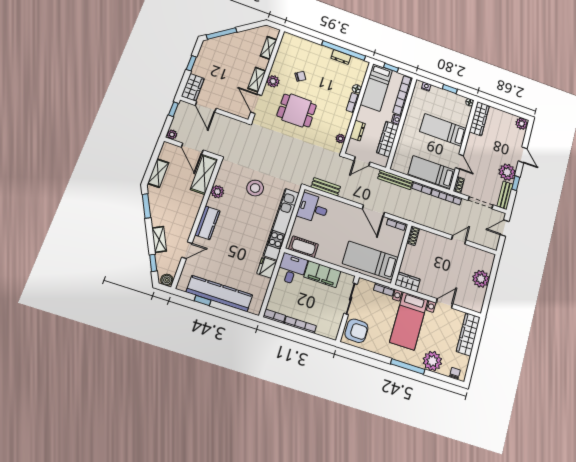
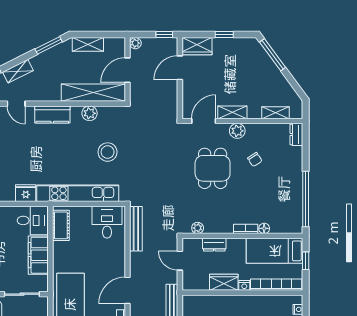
dresser: (341, 57) -> (296, 134), moved
wardrobe: (388, 139) -> (224, 282), width x0.67
shelving: (204, 174) -> (93, 93), width x1.47
bench: (326, 187) -> (136, 229), width x1.36

